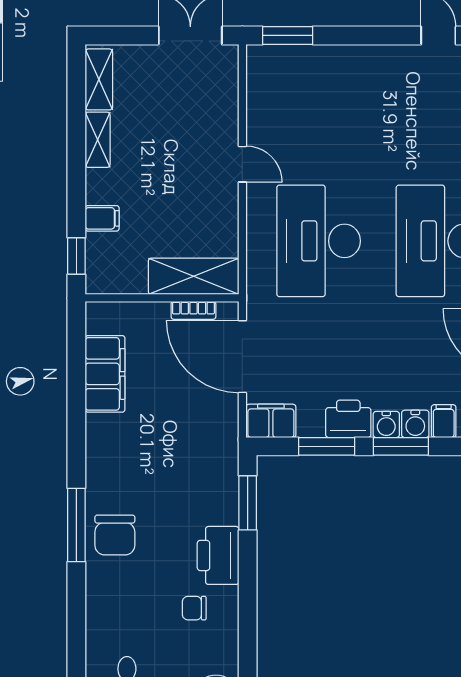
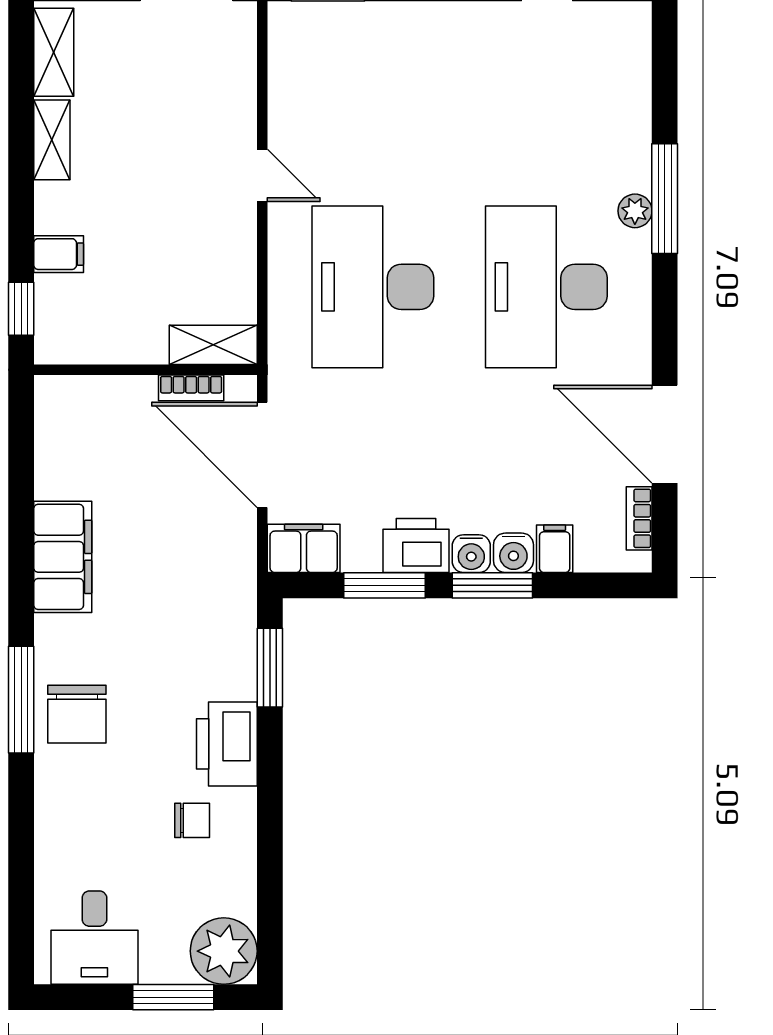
shelving: (194, 276) -> (213, 345), width x0.67, depth x0.75
filing cabinet: (105, 374) -> (63, 557), moved
chair: (194, 608) -> (192, 820), turned 180

